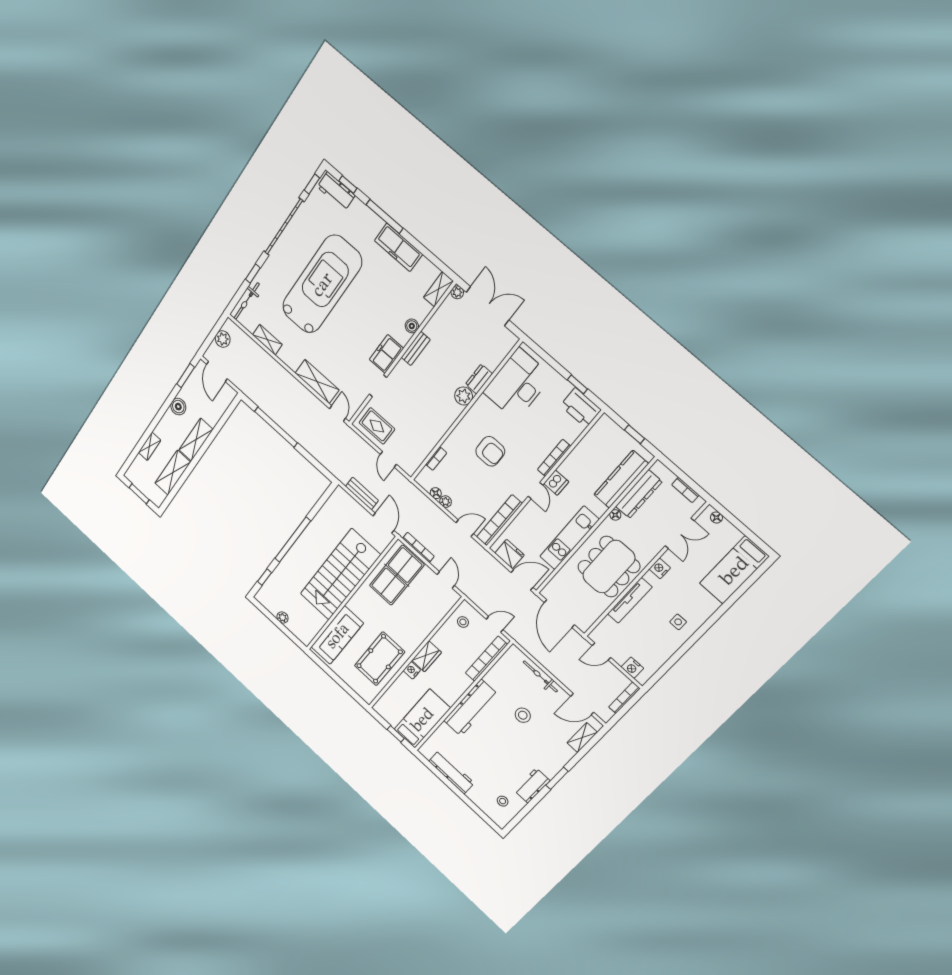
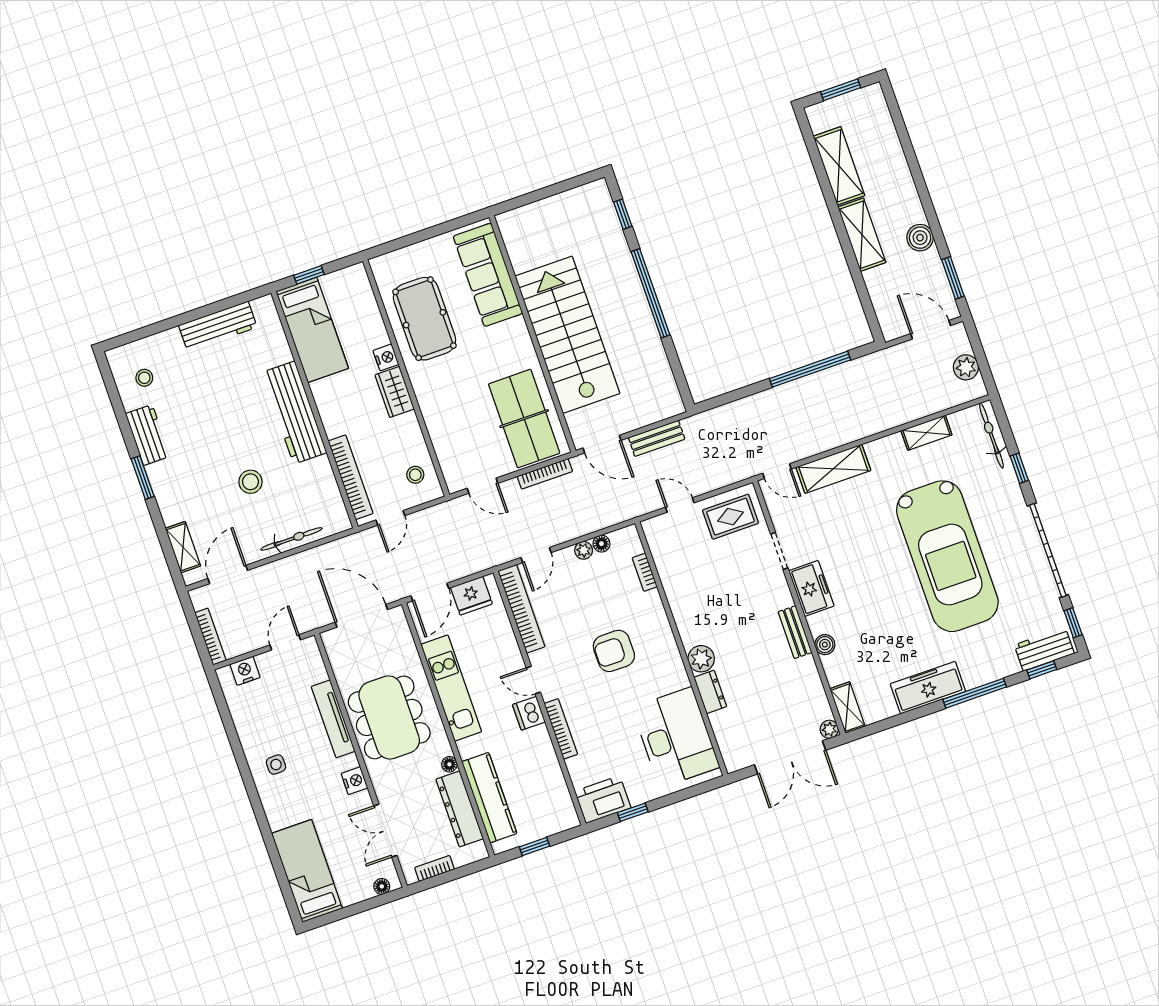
shelving: (150, 446) -> (894, 153), removed
plant: (283, 617) -> (553, 205), removed

